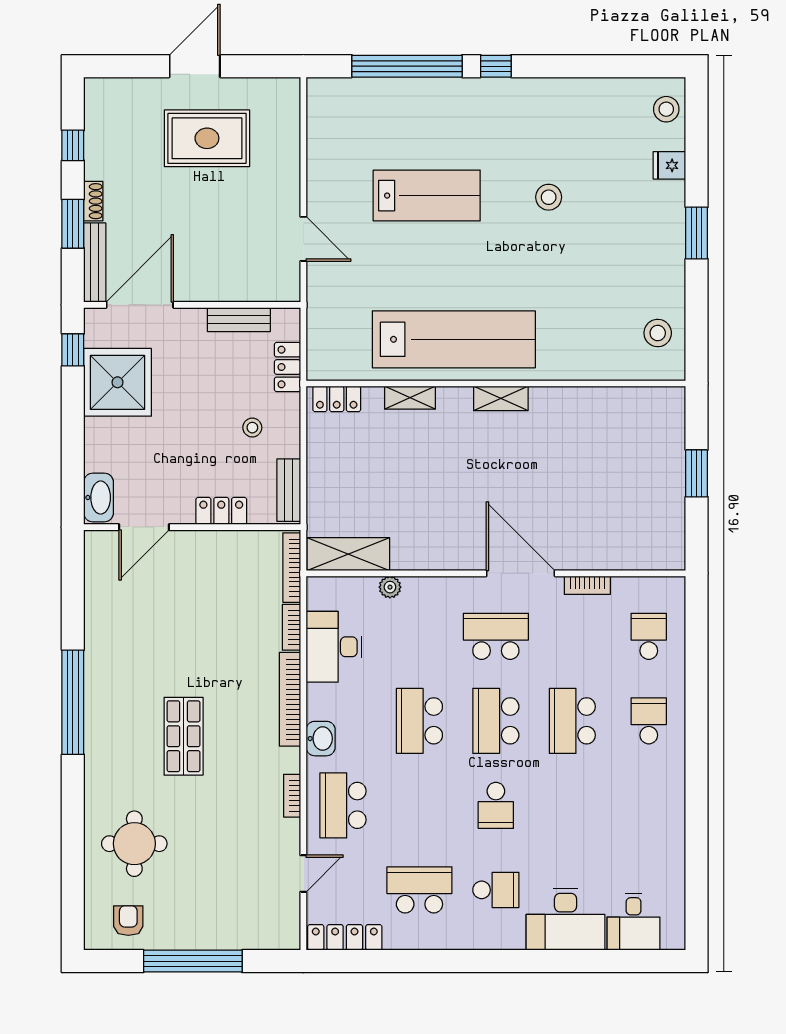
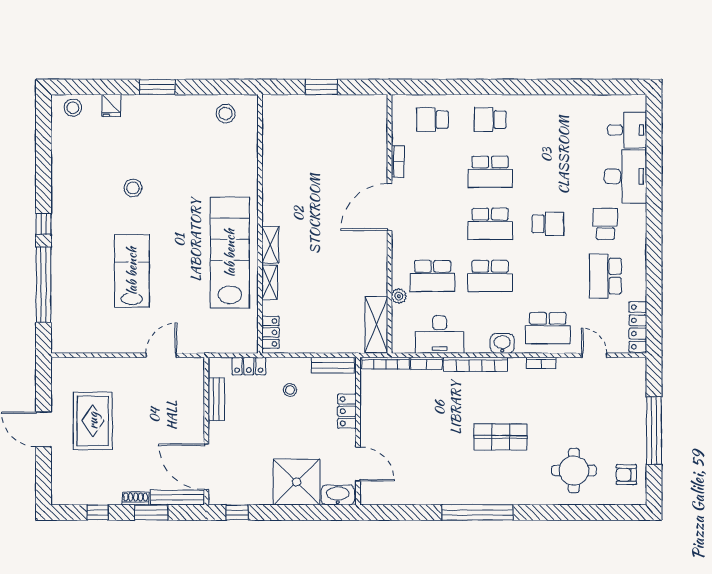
shower: (118, 382) -> (297, 482), moved
shelving: (501, 398) -> (270, 245), moved
school desk: (496, 636) -> (432, 276), moved, turned -90

